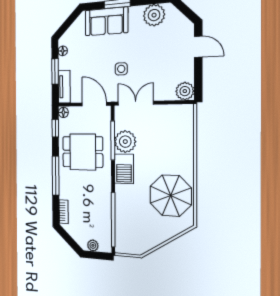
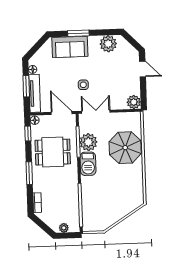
tv unit: (64, 87) -> (35, 93), width x1.41
window: (56, 176) -> (29, 173), width x0.69
parasol: (171, 196) -> (125, 148), moved

